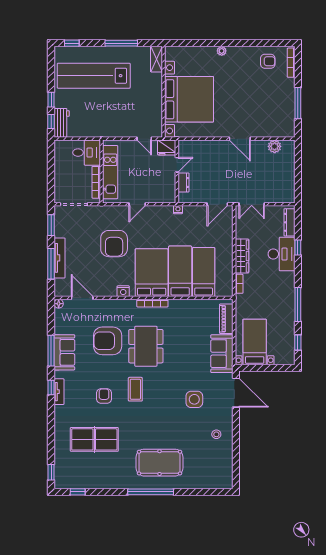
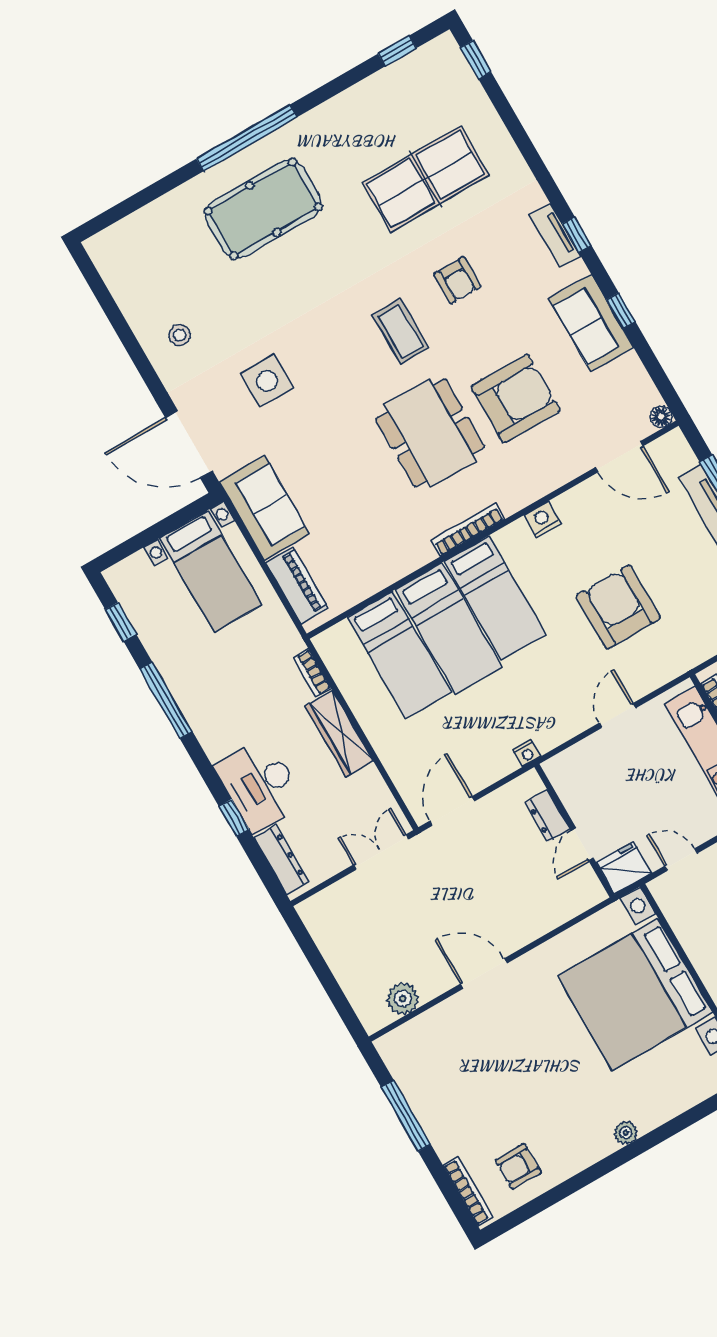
bed: (152, 273) -> (495, 598), width x0.67
window: (51, 351) -> (621, 311), width x0.46

